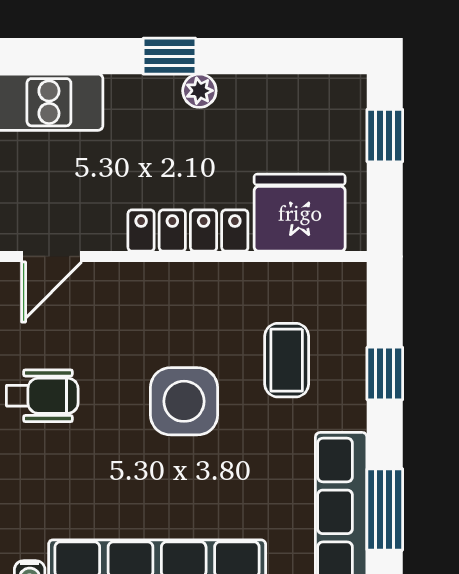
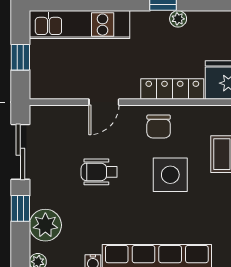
chair: (161, 305) -> (159, 126), added
wheelchair: (42, 396) -> (99, 172), turned 180

